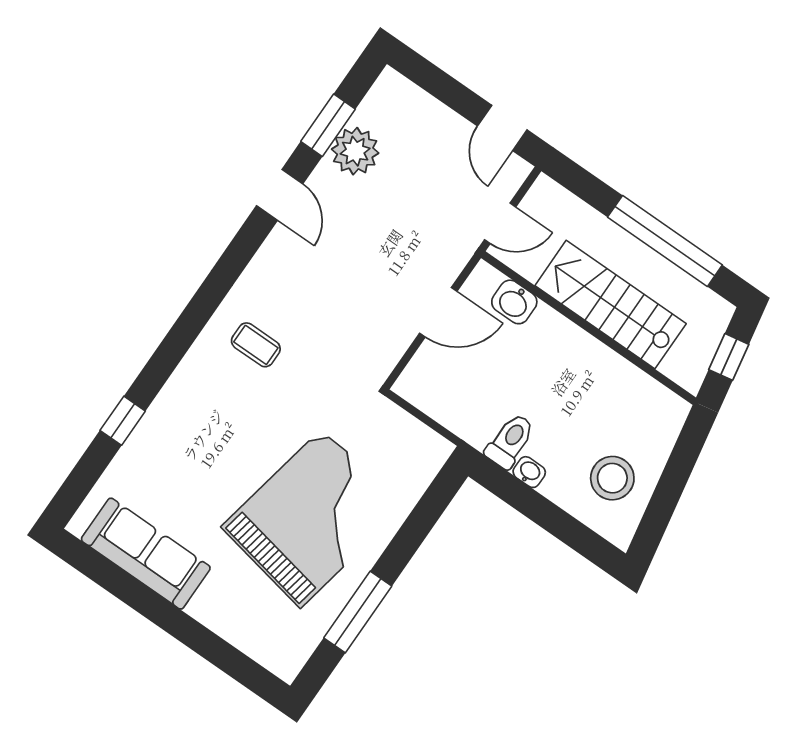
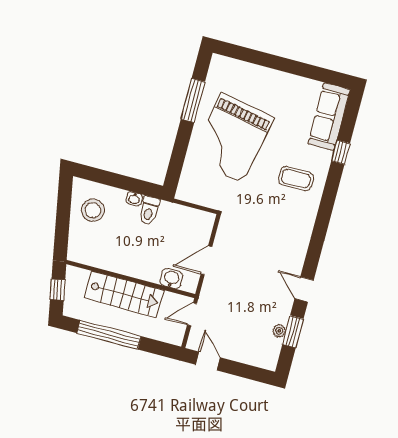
plant: (355, 151) -> (279, 331), width x0.53, depth x0.53
coffee table: (256, 345) -> (296, 178), moved, width x1.36, depth x1.30
sofa: (146, 554) -> (329, 117), moved, turned 90

